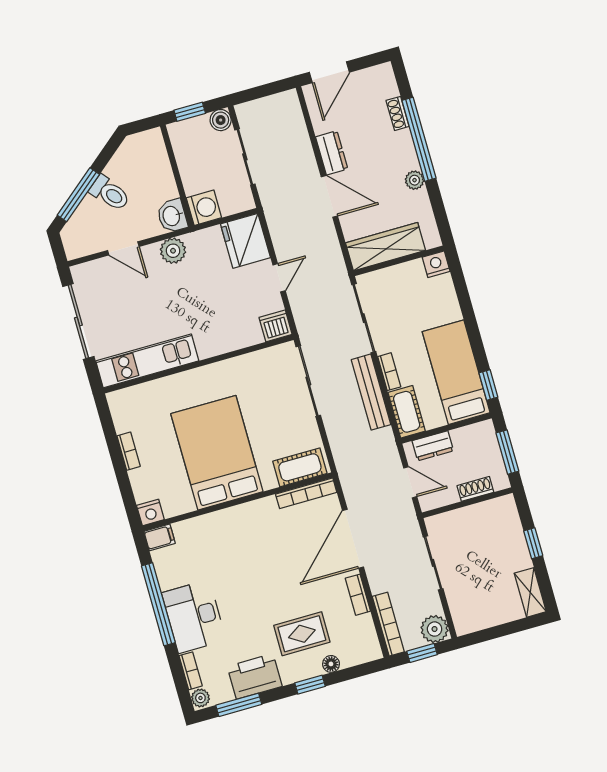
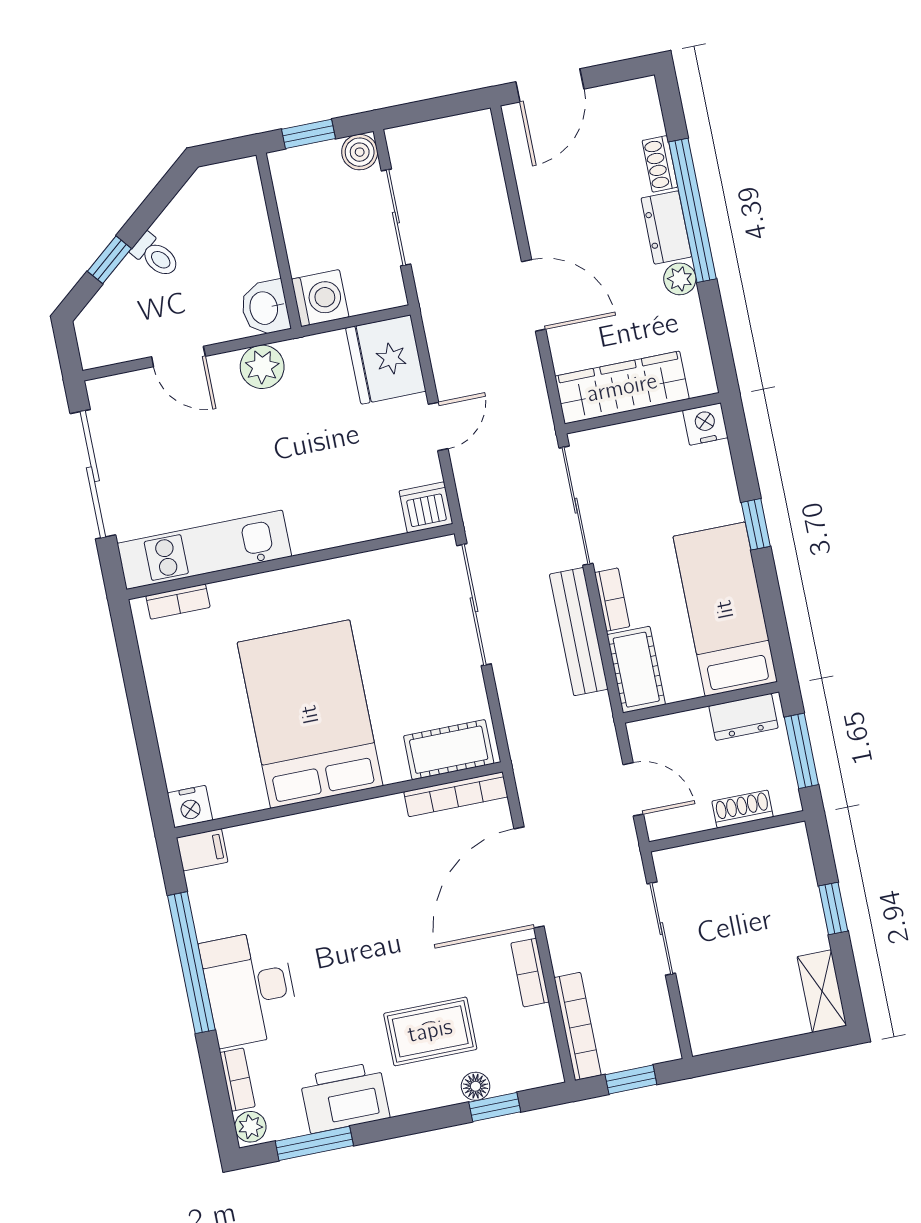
dresser: (332, 153) -> (666, 227), moved, turned 180
toilet: (110, 193) -> (156, 256), width x0.73, depth x0.72
window: (78, 195) -> (109, 260), width x0.46
window: (488, 385) -> (756, 524), moved
dresser: (433, 446) -> (744, 717), moved
bookcase: (129, 451) -> (178, 602), moved, turned 90
plant: (435, 629) -> (655, 1041), removed
window: (310, 685) -> (495, 1107), moved

